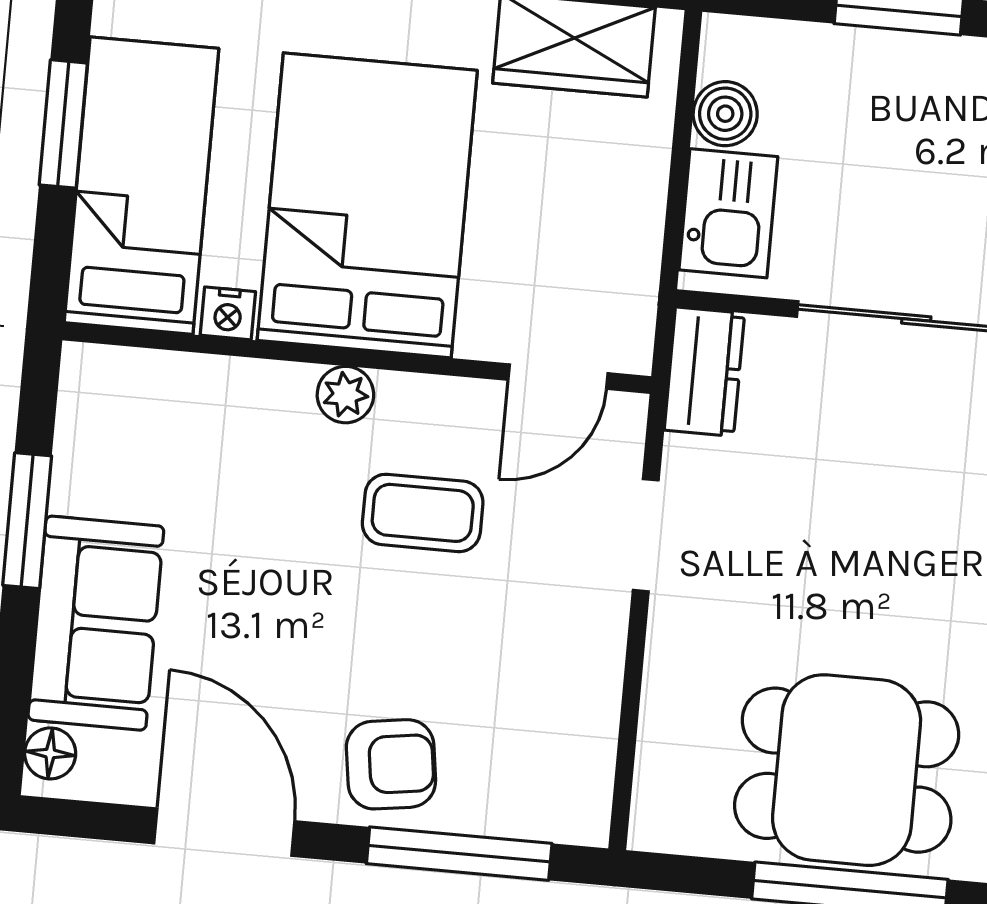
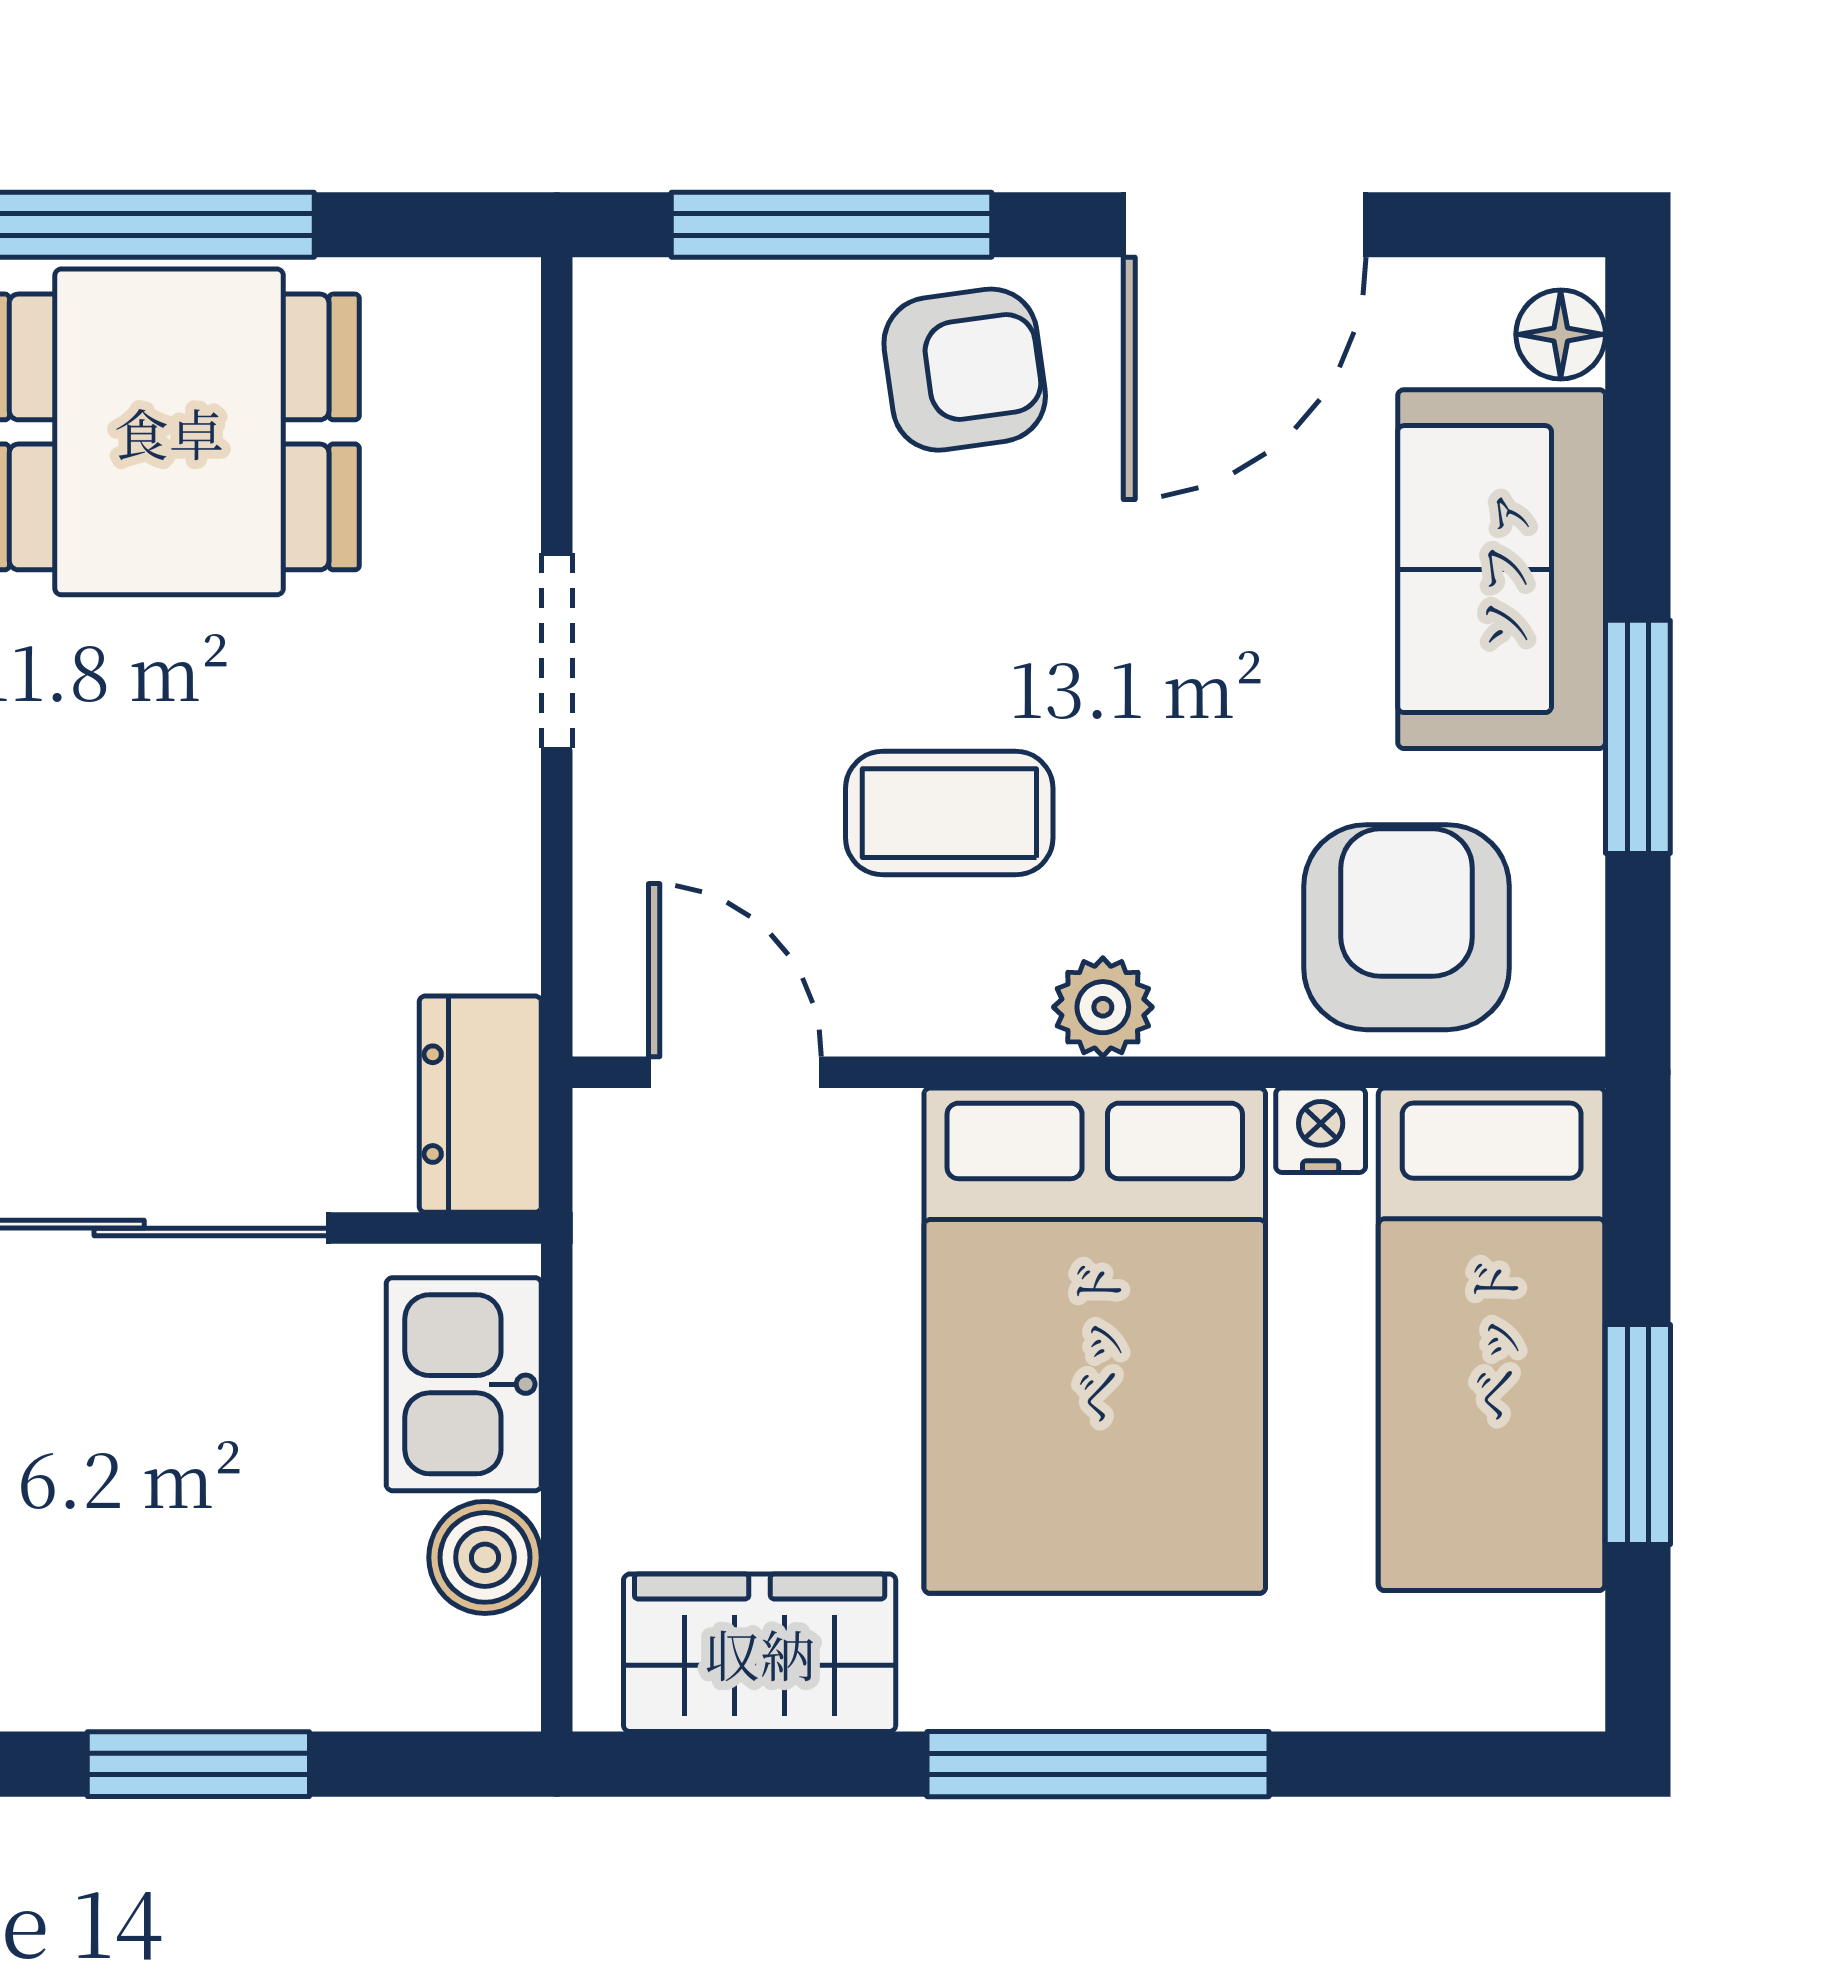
door: (558, 377) -> (735, 1072), hinge flipped
armchair: (169, 424) -> (1407, 927), added
doorway: (646, 535) -> (557, 651), moved
armchair: (391, 764) -> (965, 370), turned 180
door: (224, 832) -> (1245, 225), hinge flipped

